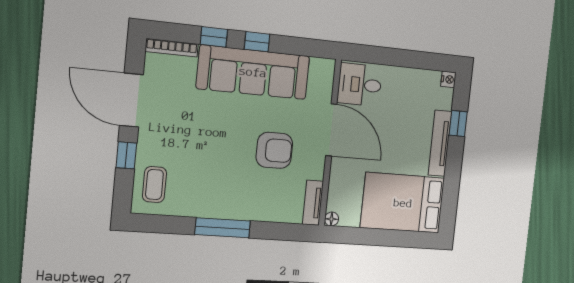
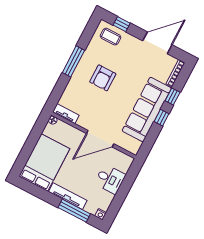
desk: (360, 85) -> (110, 179), moved, turned 90
window: (458, 124) -> (74, 211), width x2.17
armchair: (274, 150) -> (103, 78), moved
window: (126, 155) -> (122, 24), moved

